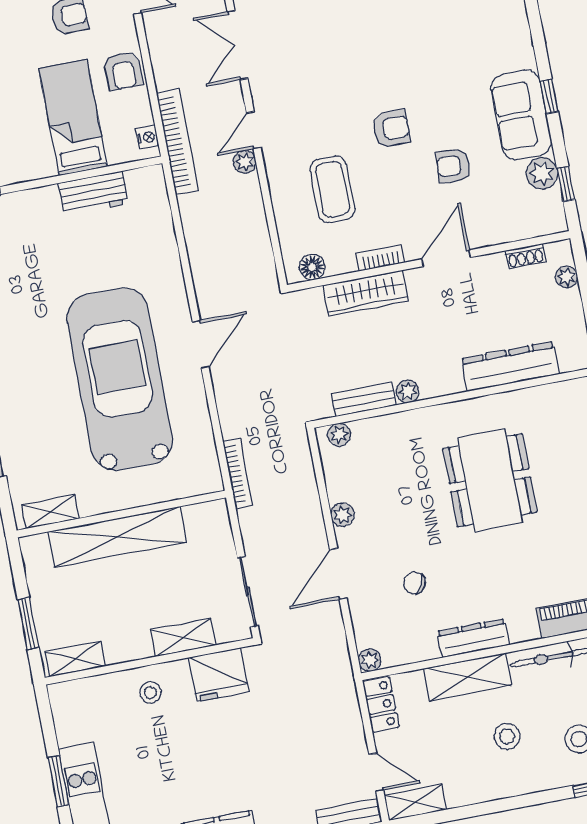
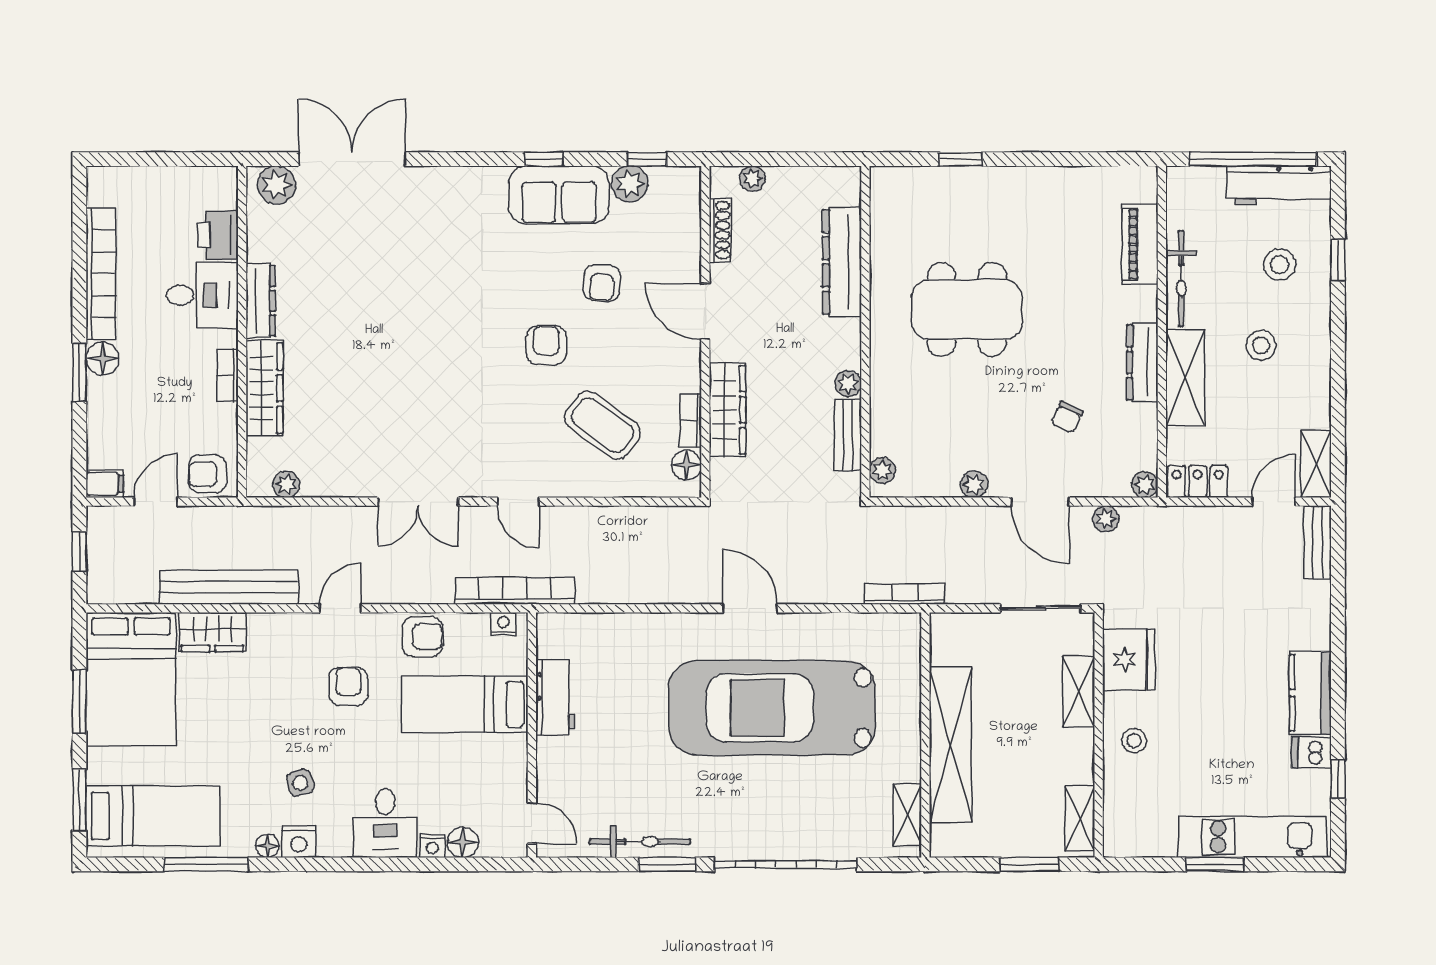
plant: (245, 162) -> (1106, 519), moved
coffee table: (332, 189) -> (603, 425), turned 36
shoe rack: (525, 256) -> (720, 230), width x1.43
bookcase: (380, 258) -> (691, 420), moved

